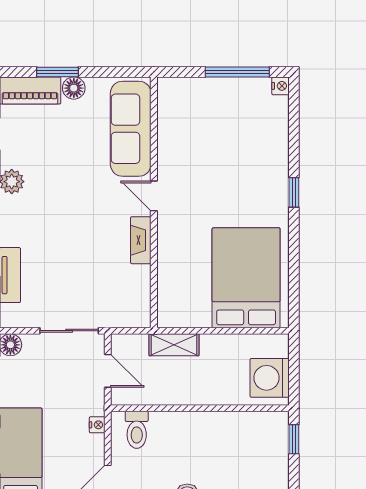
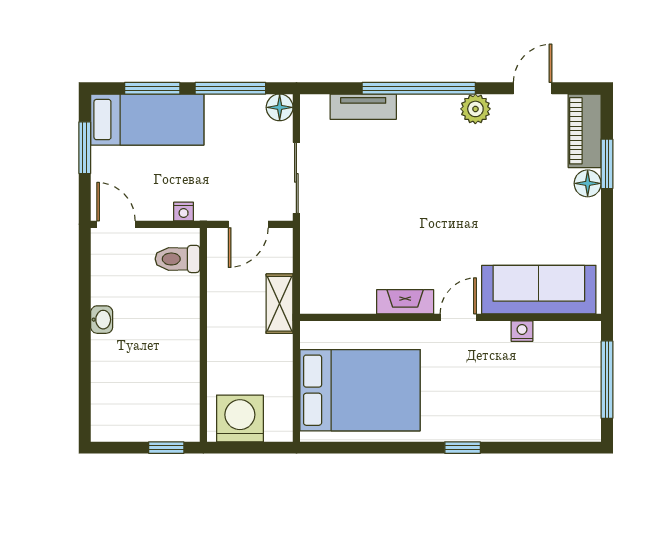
nightstand: (280, 86) -> (522, 331), moved, turned 180
sofa: (131, 129) -> (539, 290), moved
door: (154, 196) -> (458, 317), moved
wall: (154, 202) -> (451, 317), moved
fireplace: (141, 240) -> (405, 302), moved

